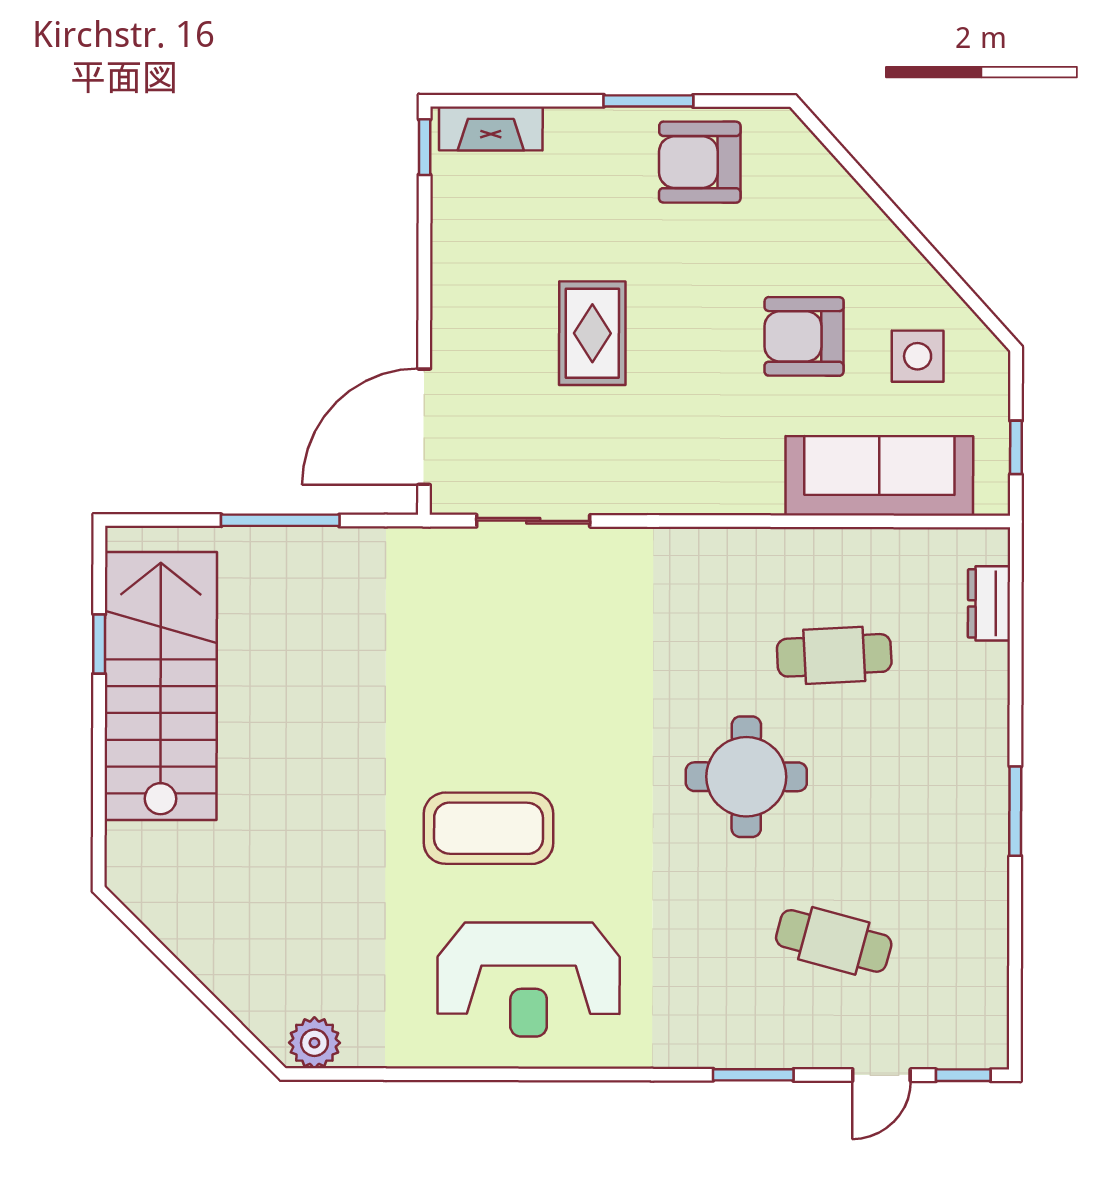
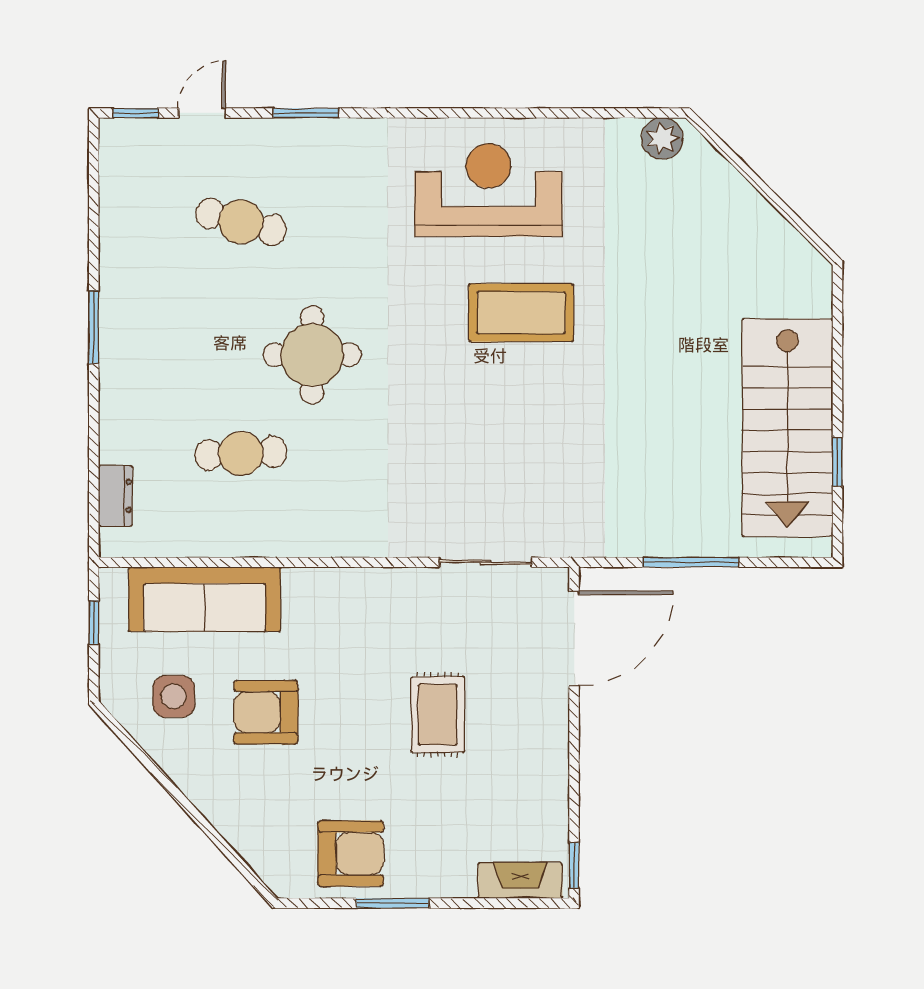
armchair: (804, 336) -> (266, 712), turned 180

